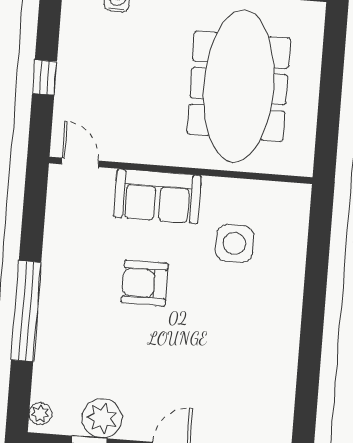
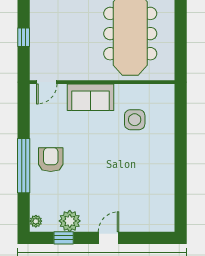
door: (80, 162) -> (47, 82), swing flipped
armchair: (145, 283) -> (51, 160), moved, turned 90

